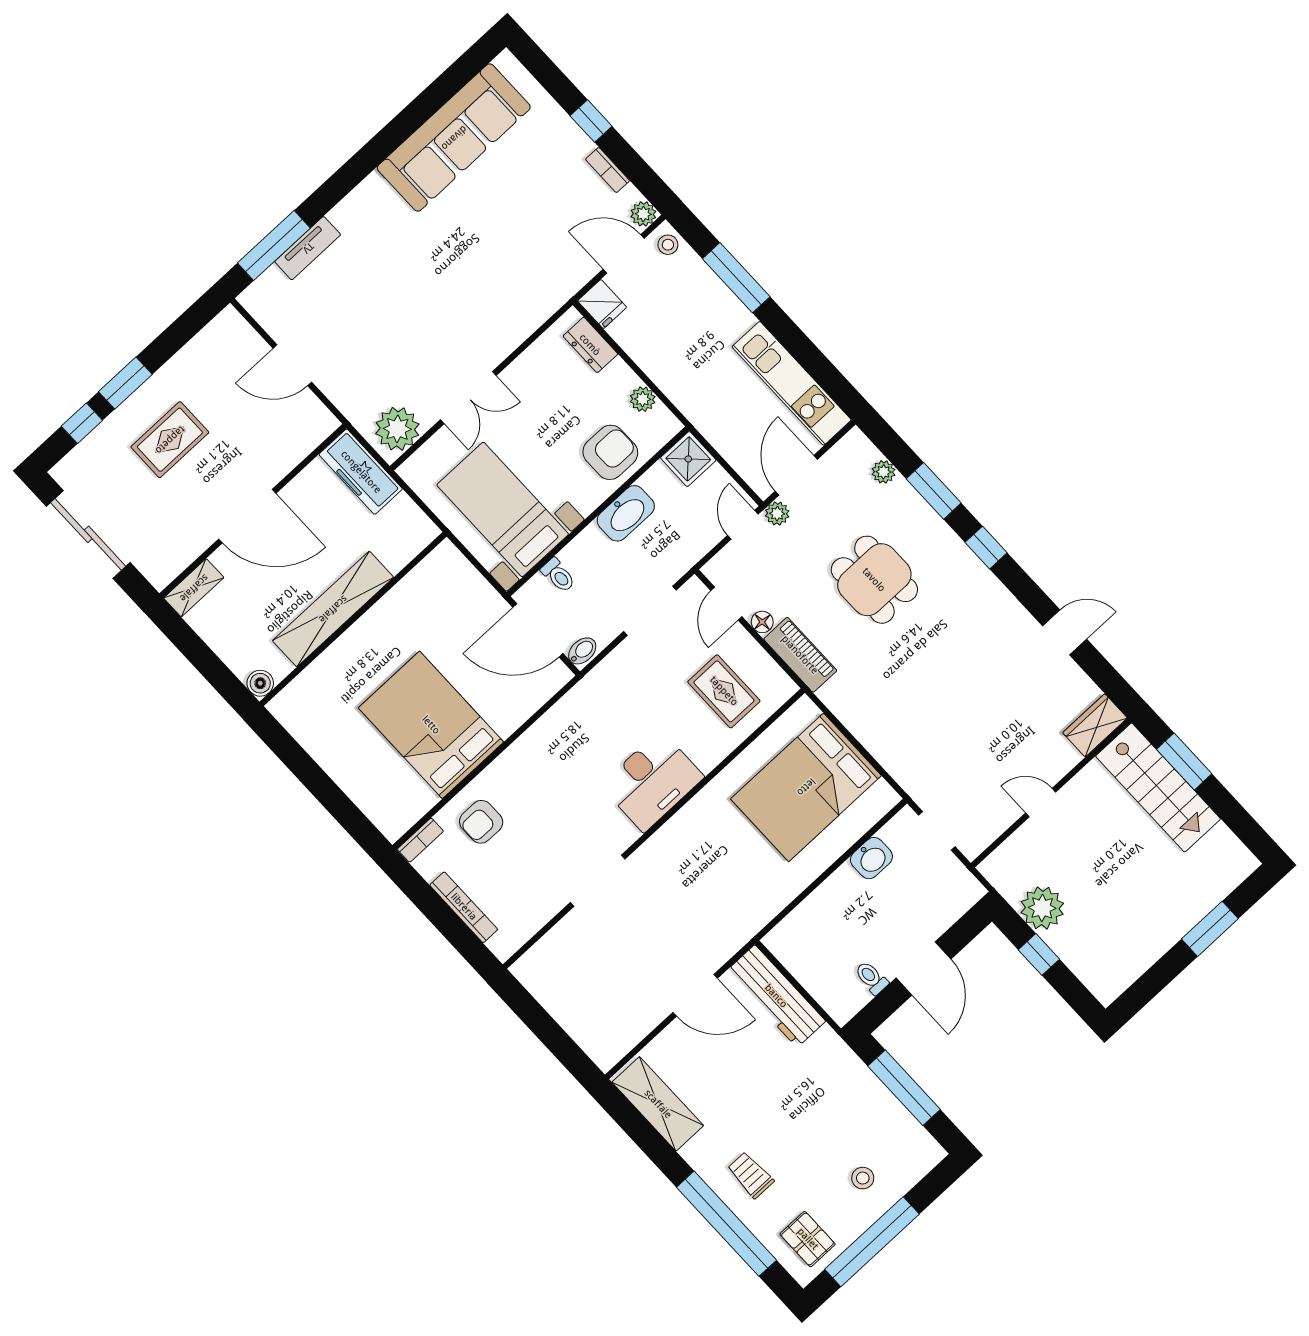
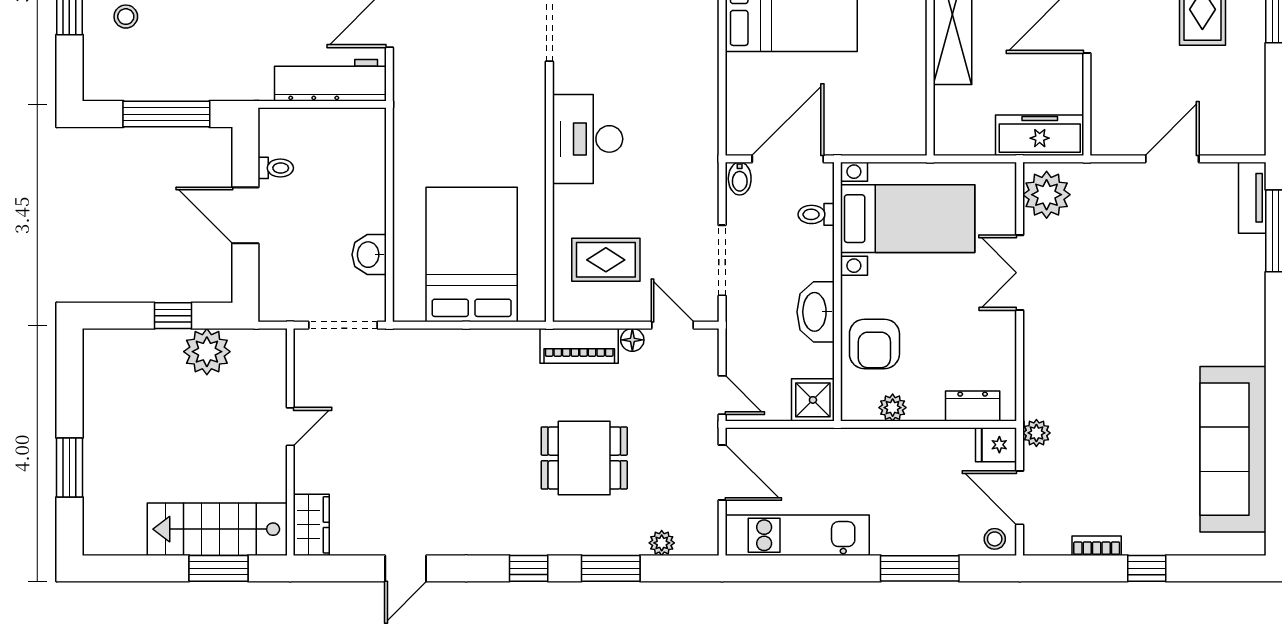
plant: (643, 214) -> (1036, 433), moved
tv unit: (308, 248) -> (1252, 198), moved
door: (624, 254) -> (1020, 498), swing flipped
plant: (777, 514) -> (706, 430), removed
doorway: (937, 831) -> (343, 325), width x1.38

